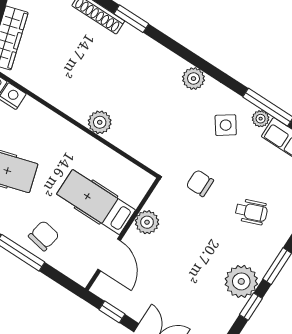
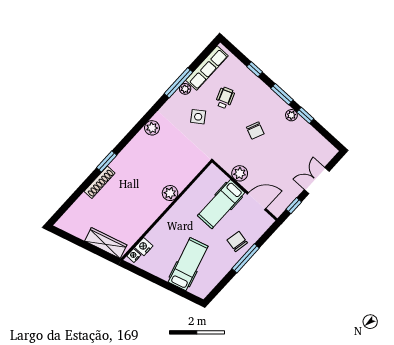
side table: (226, 125) -> (198, 117), moved
chair: (200, 183) -> (255, 130), moved, turned -67
wheelchair: (251, 212) -> (225, 98), moved
plant: (241, 281) -> (291, 115), width x0.53, depth x0.53

